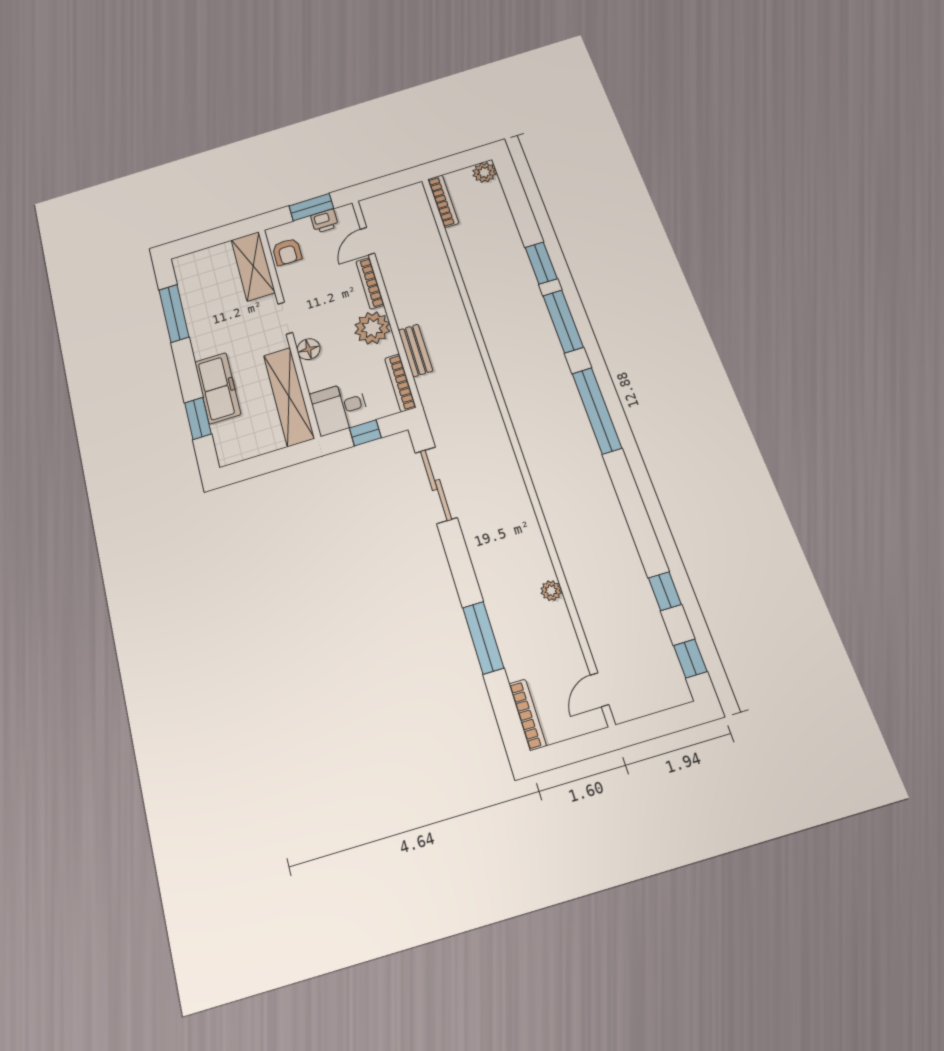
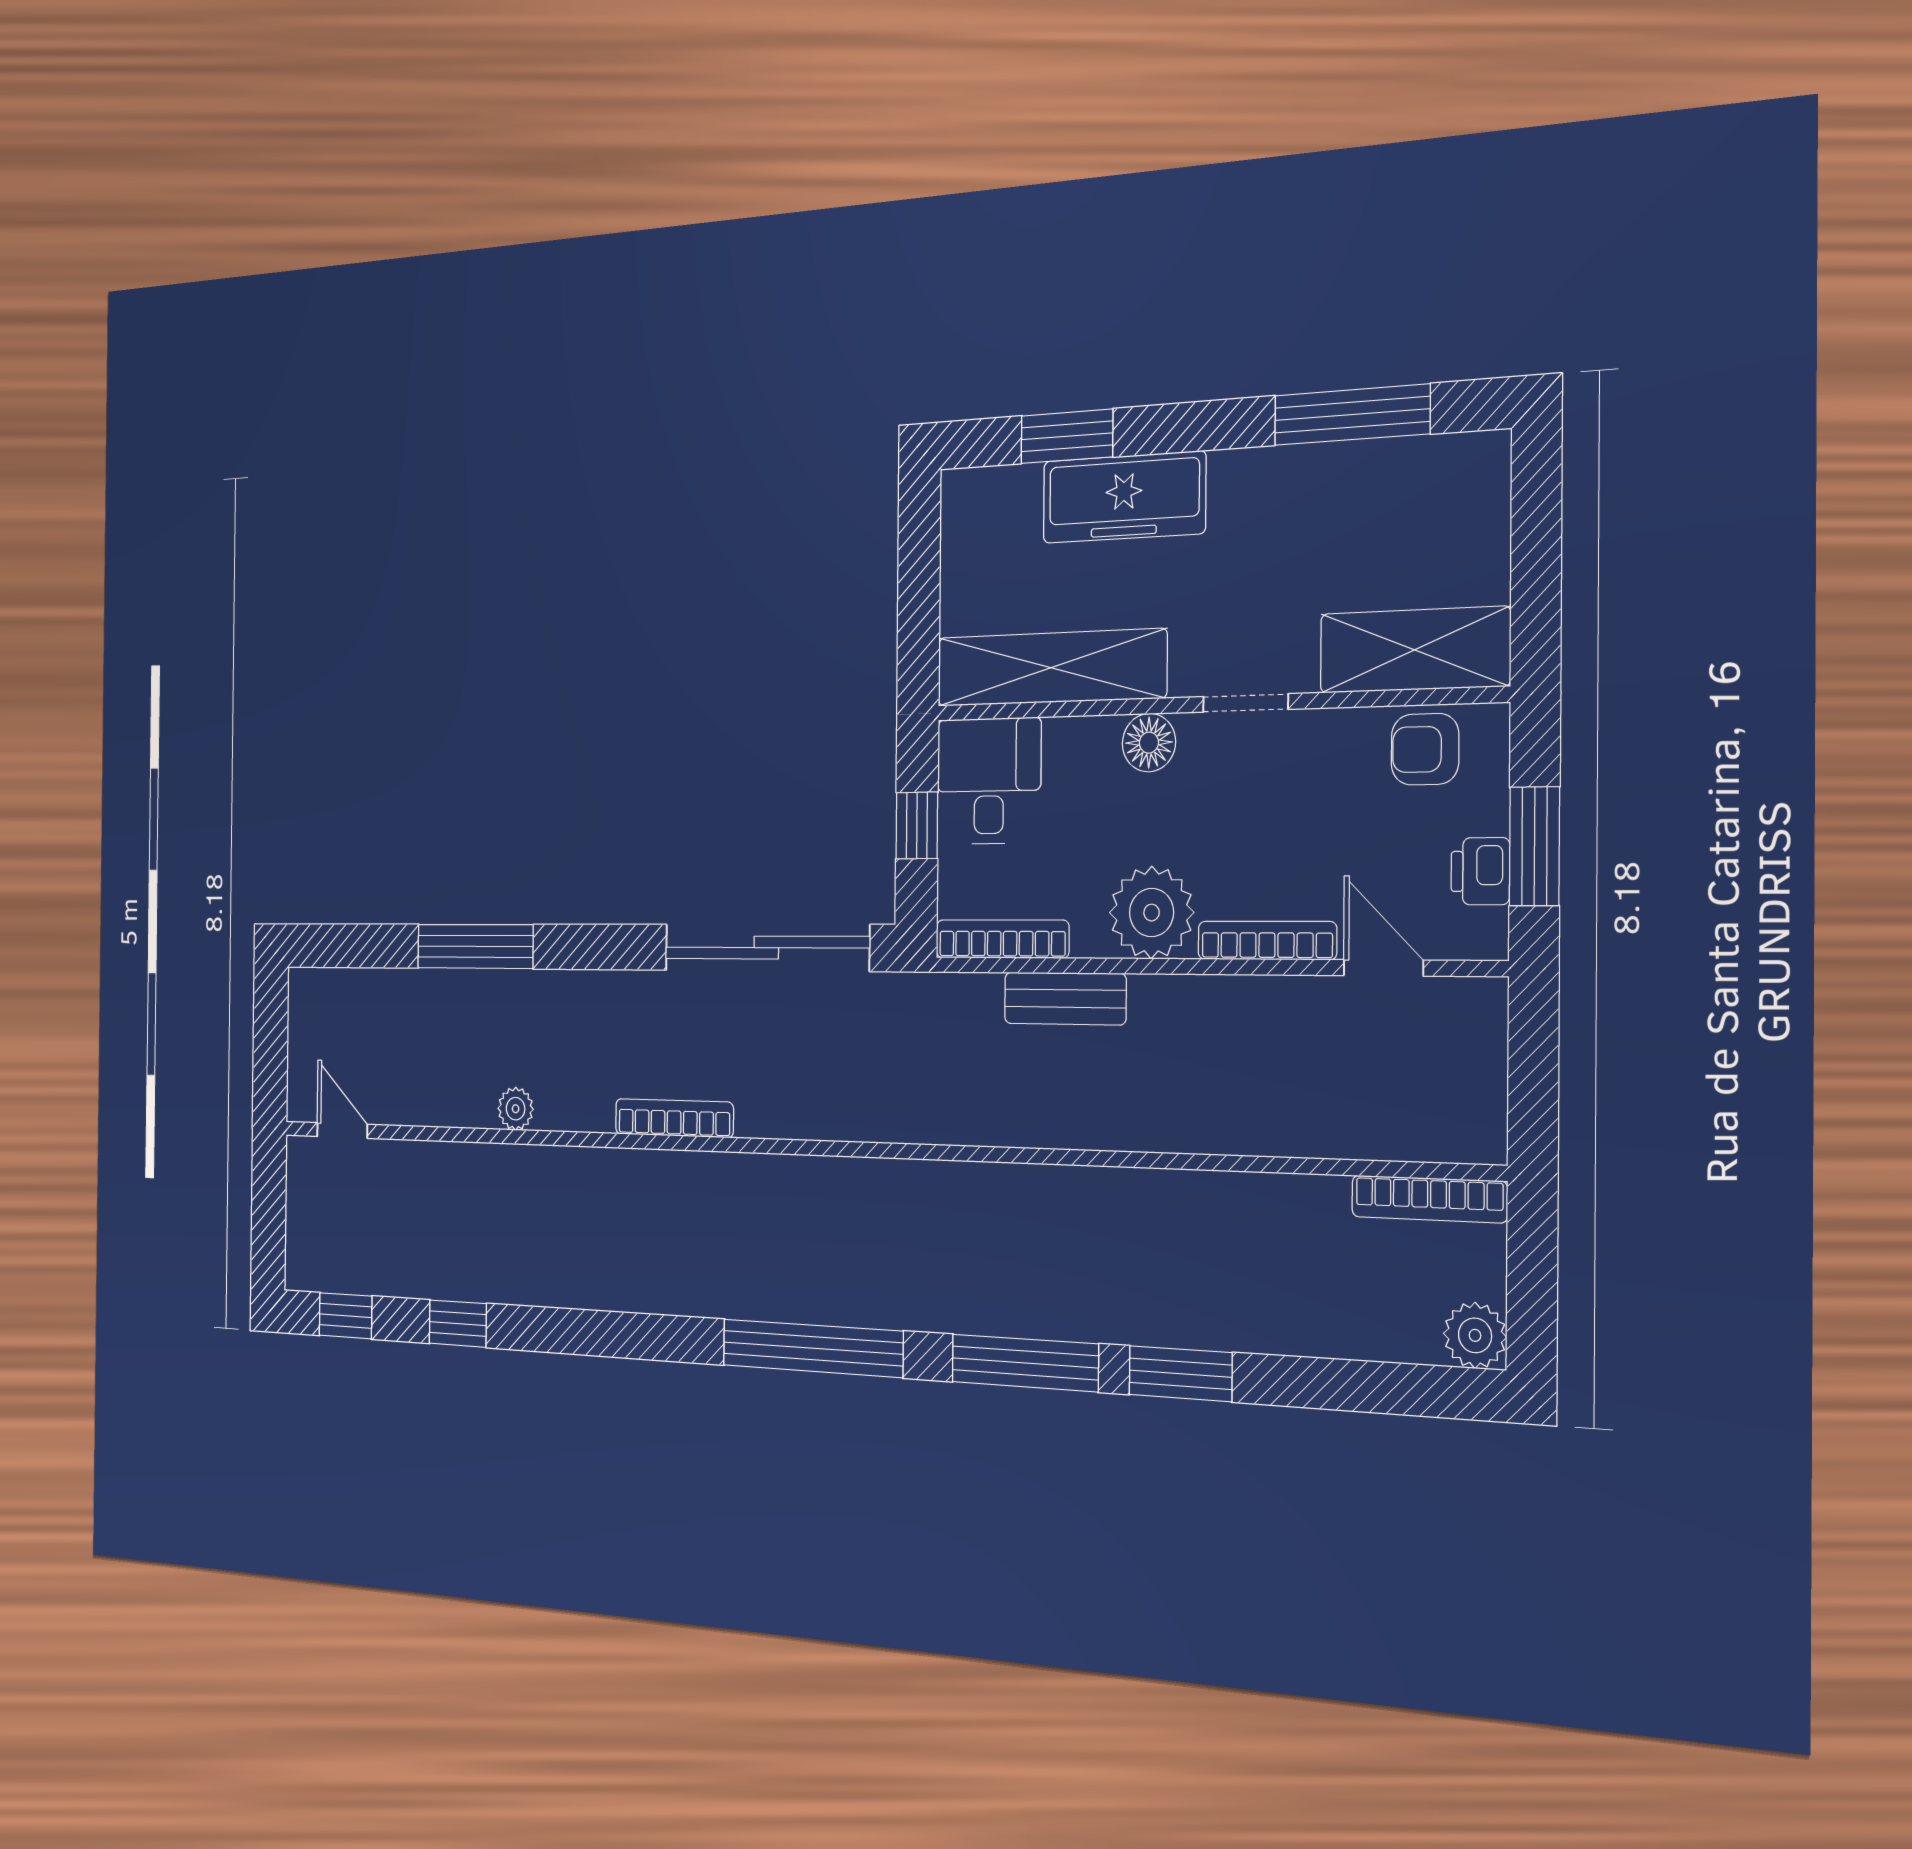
sliding door: (436, 485) -> (766, 948), width x1.36
bookcase: (528, 715) -> (674, 1118), moved, turned 180

